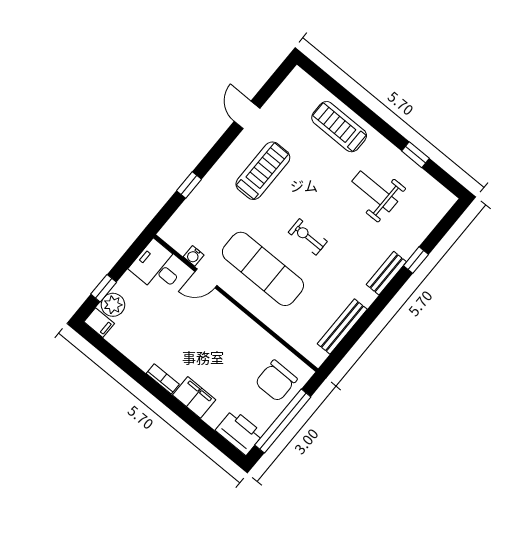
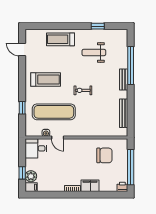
door: (247, 115) -> (22, 50), moved
treadmill: (263, 171) -> (46, 79), turned 90
window: (416, 260) -> (131, 65), width x3.17
exercise mat: (263, 269) -> (54, 112), moved
door: (206, 278) -> (58, 138), hinge flipped
chair: (276, 381) -> (104, 155), moved, turned -90
printer: (240, 432) -> (122, 187), width x0.53, depth x0.68

